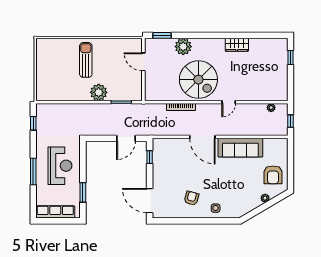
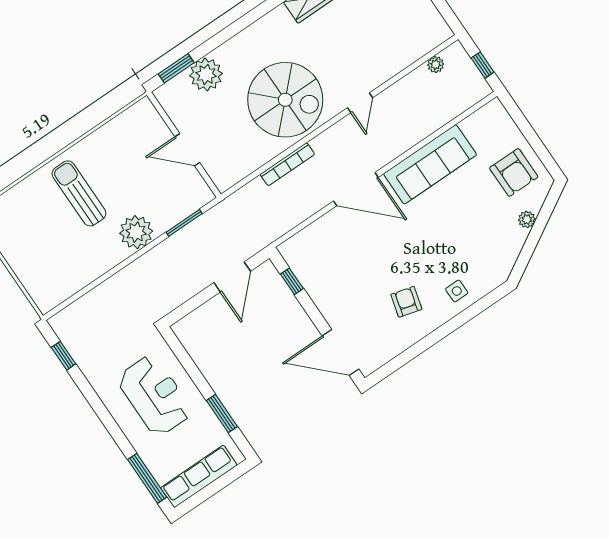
plant: (183, 47) -> (206, 75), moved
door: (143, 62) -> (187, 150), moved
window: (33, 172) -> (147, 478), moved

